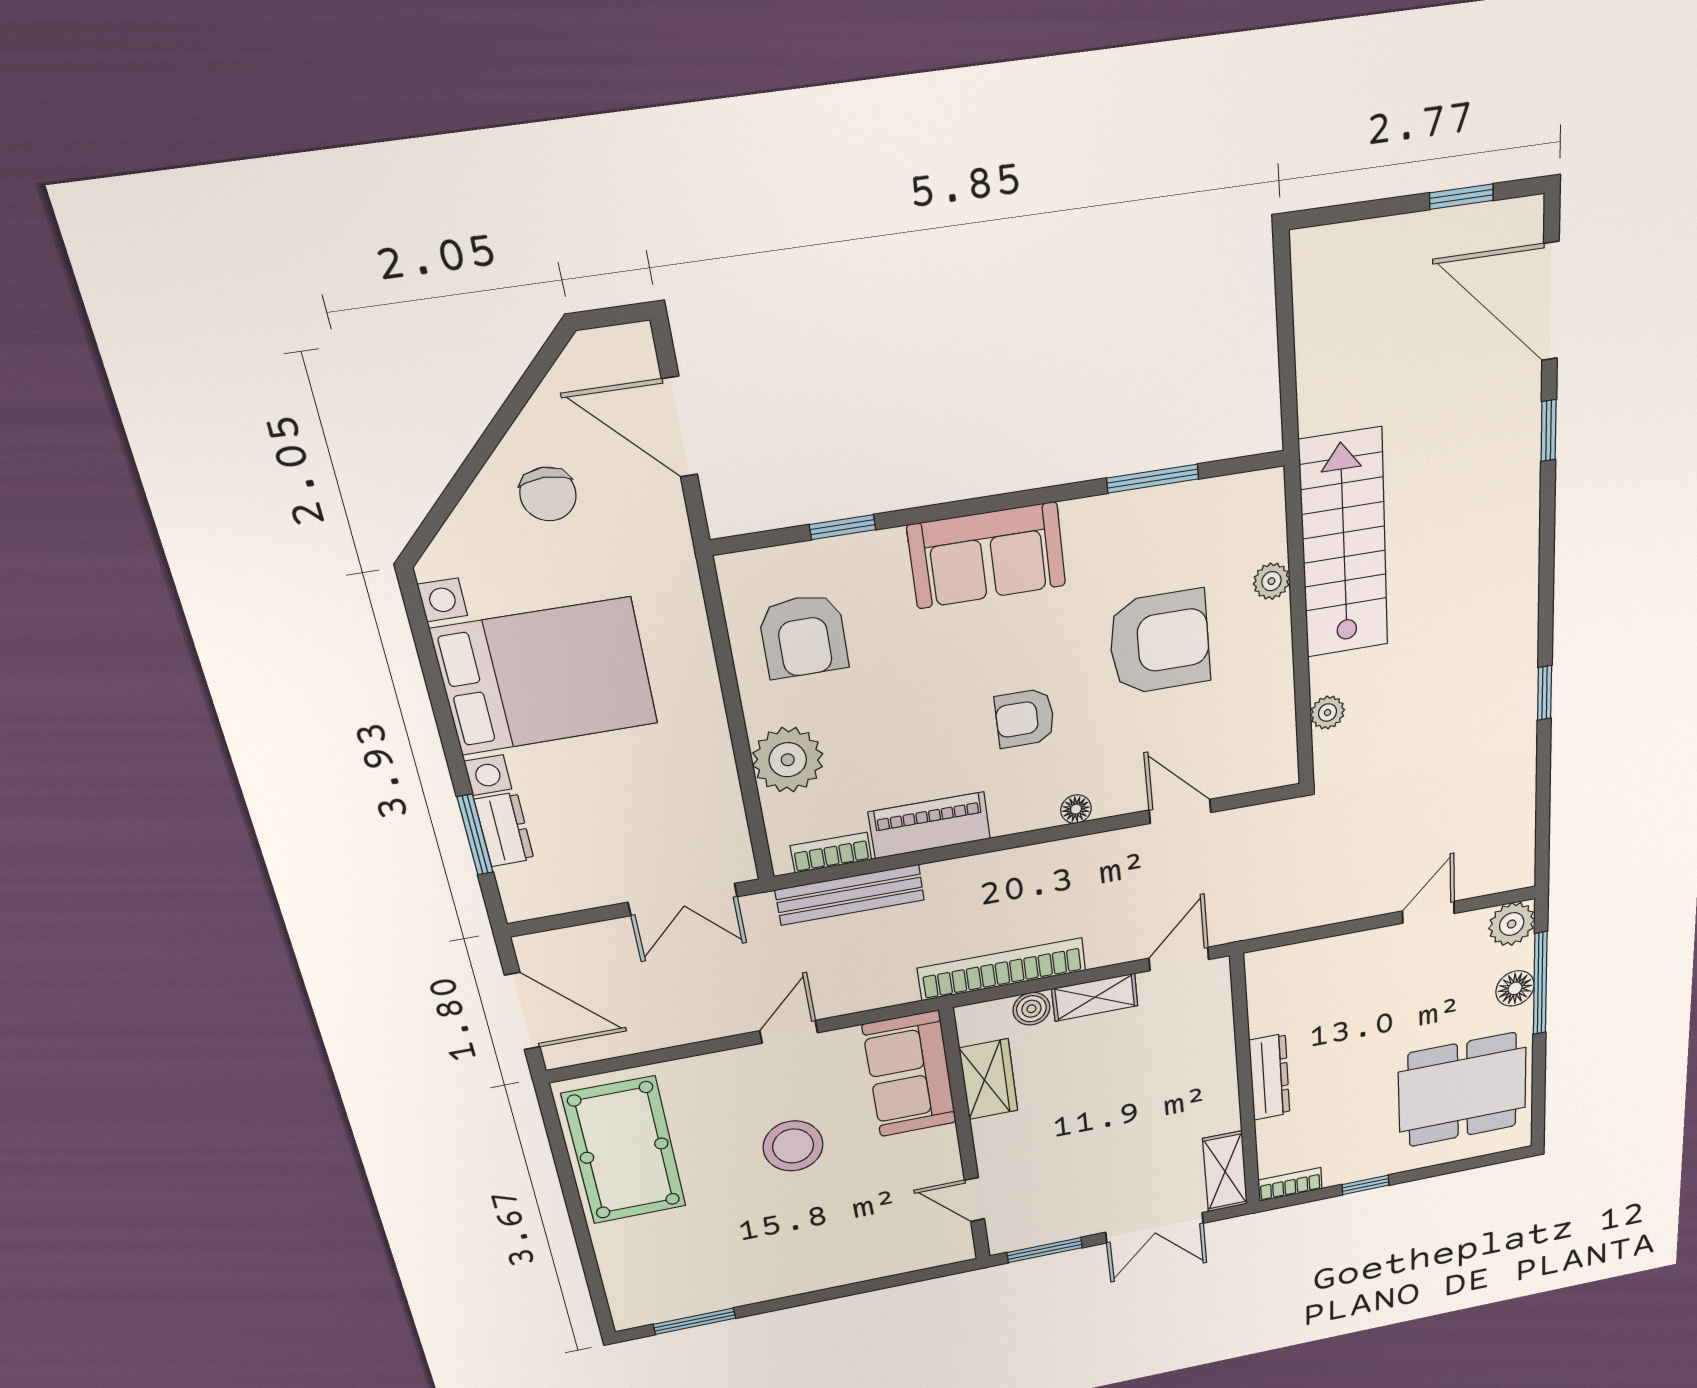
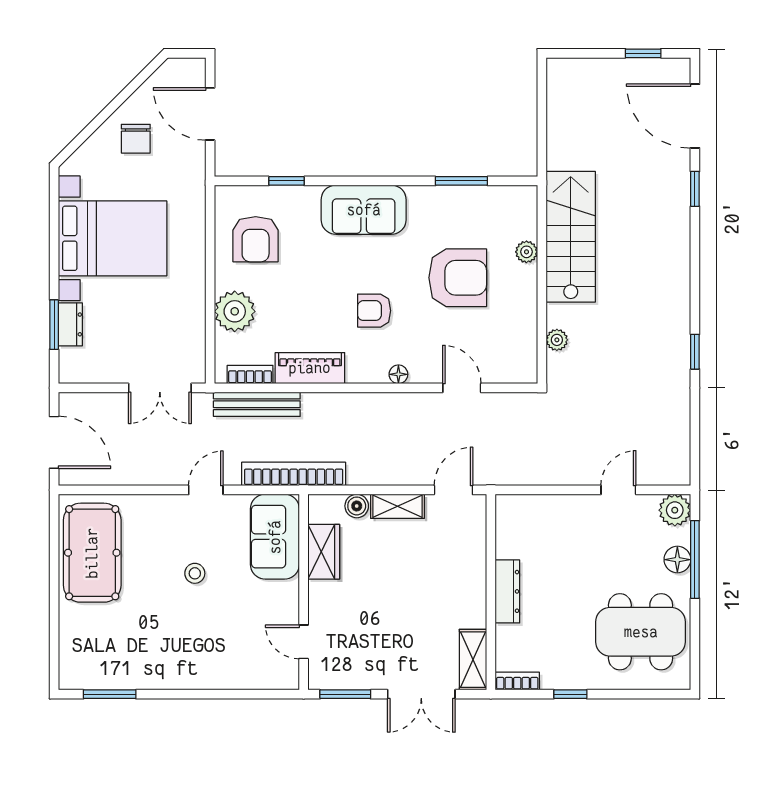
bookcase: (1002, 969) -> (294, 474), moved
stool: (793, 1146) -> (195, 573), width x0.53, depth x0.53

